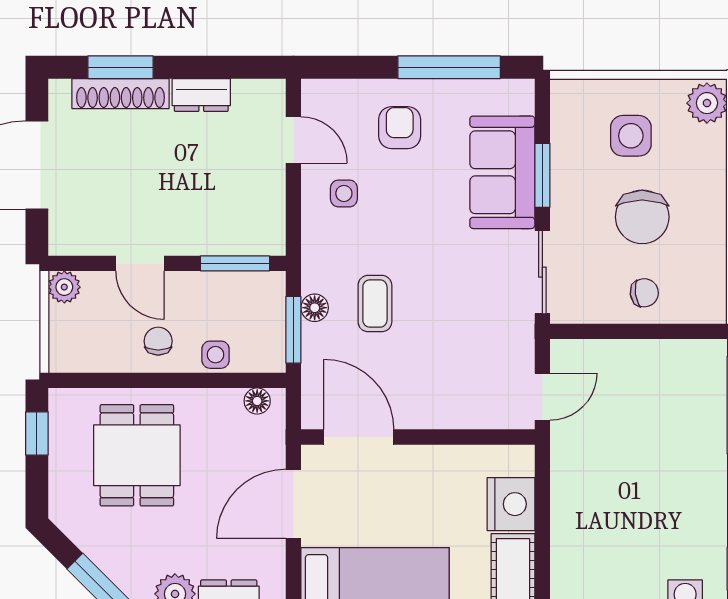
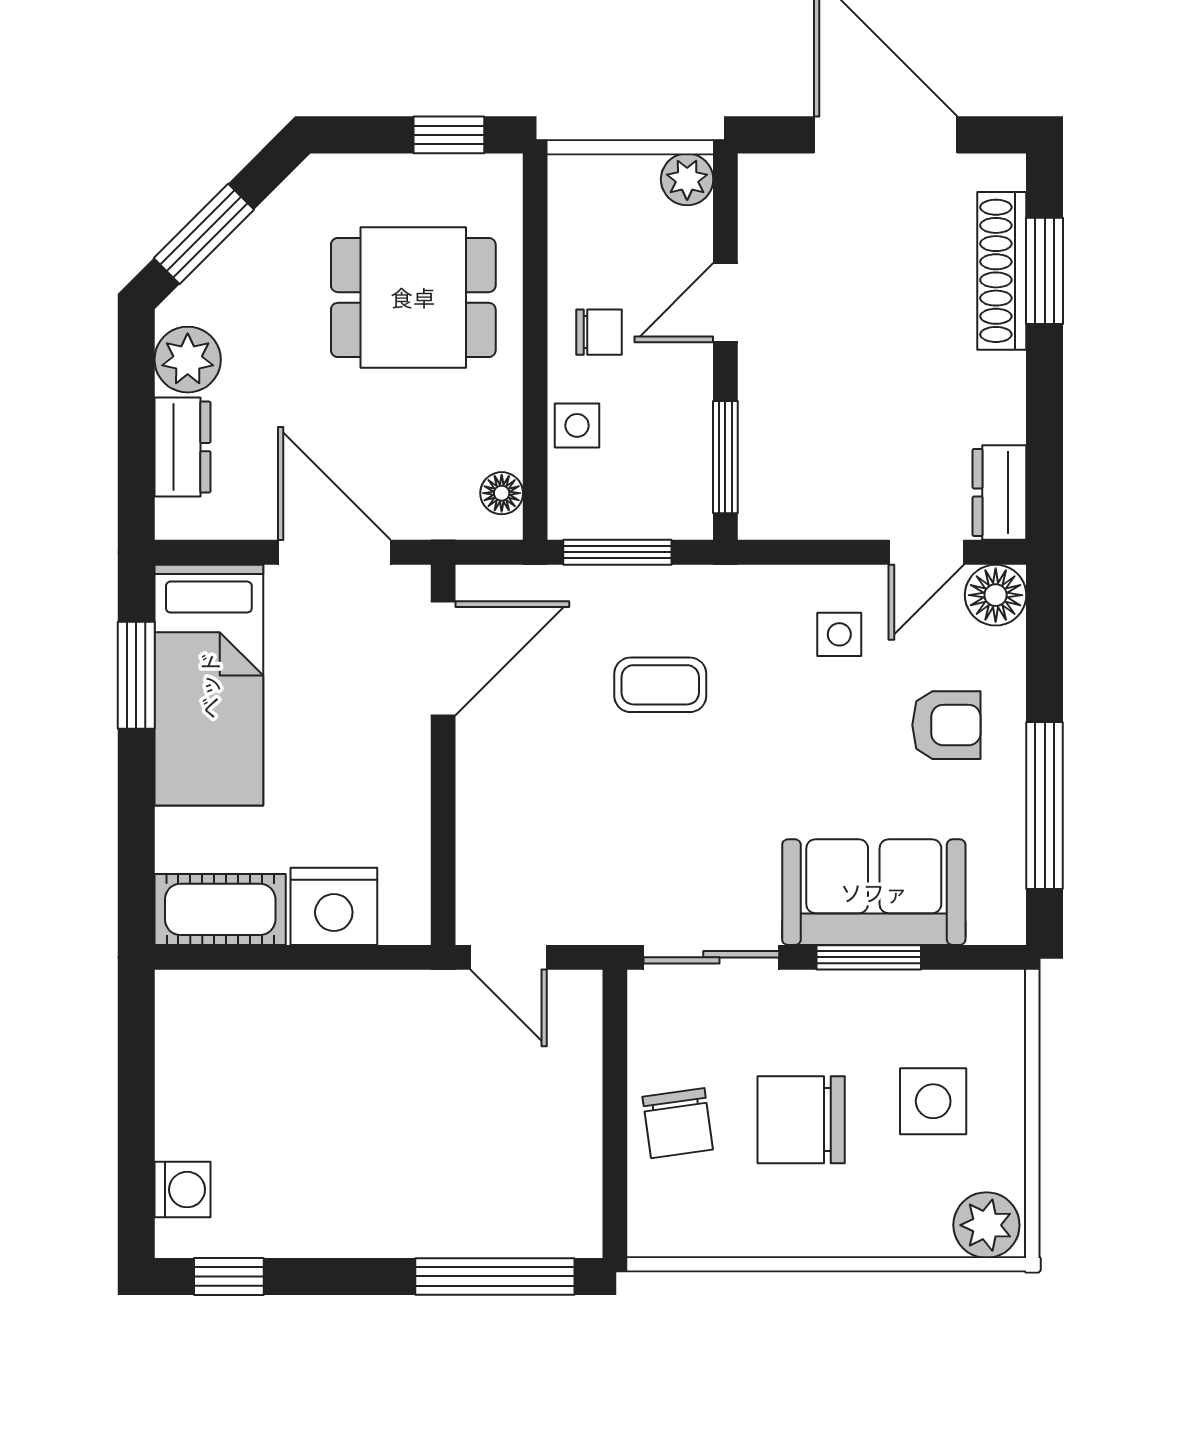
dresser: (201, 95) -> (999, 492), moved
chair: (644, 293) -> (678, 1123), width x1.37, depth x1.37
floor lamp: (315, 308) -> (996, 595), moved, width x1.37, depth x1.37

